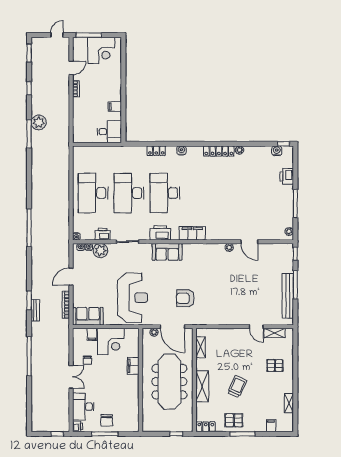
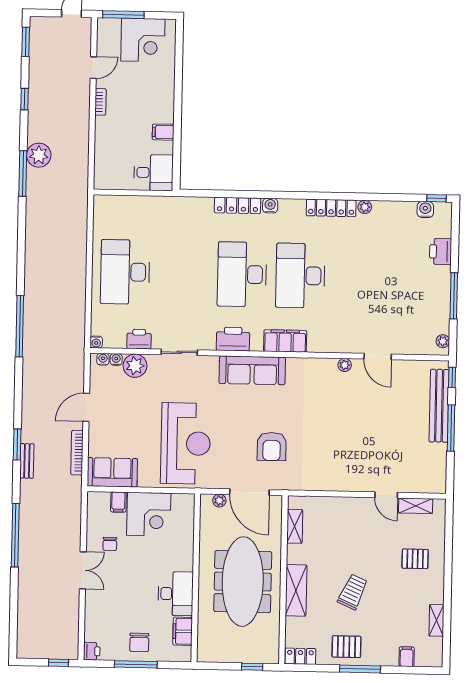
locker: (156, 151) -> (238, 205), width x1.53
desk: (129, 193) -> (300, 276), moved
sofa: (167, 252) -> (252, 370), width x1.36
bench: (288, 296) -> (439, 406), moved
armchair: (185, 298) -> (272, 446), turned -90
filing cabinet: (133, 366) -> (183, 631), moved
desk: (83, 407) -> (176, 594), moved, turned 180

